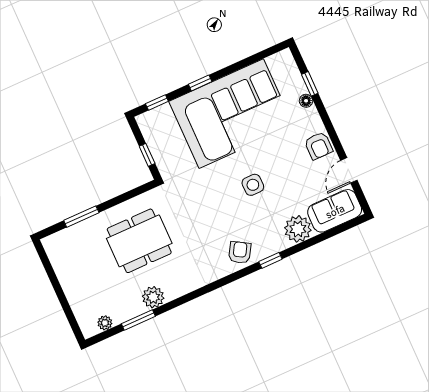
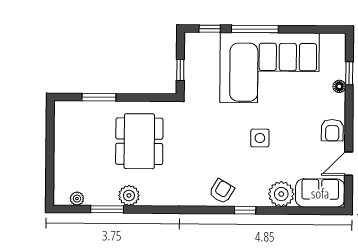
window: (200, 83) -> (255, 29), width x2.17
dining table: (139, 241) -> (139, 141), turned 90

